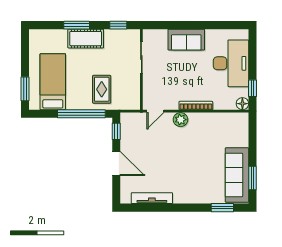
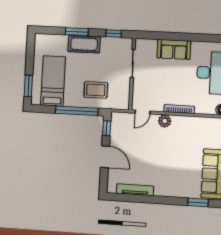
rug: (102, 89) -> (96, 90), turned 90

